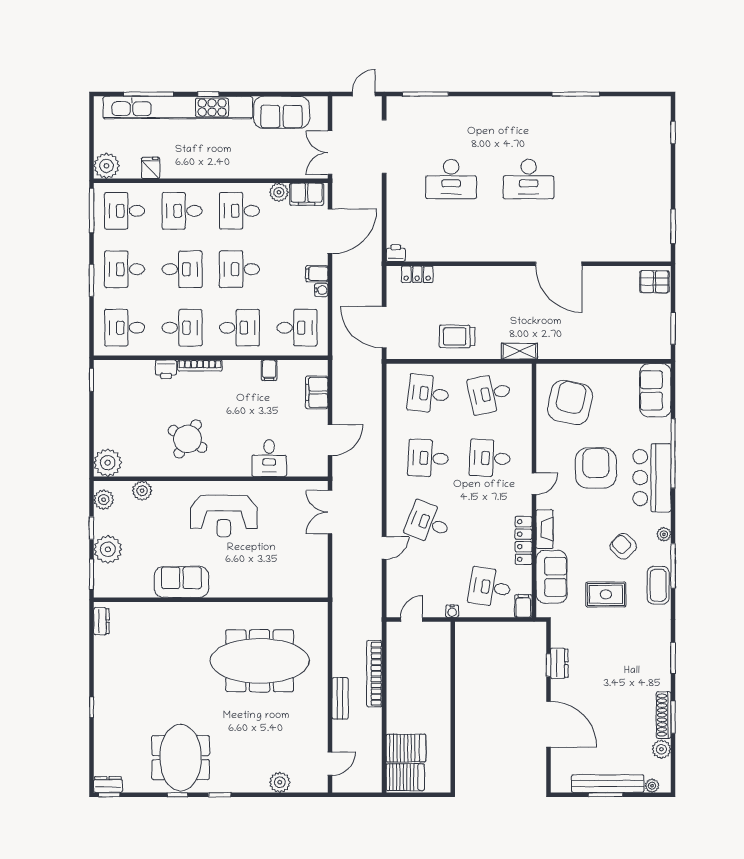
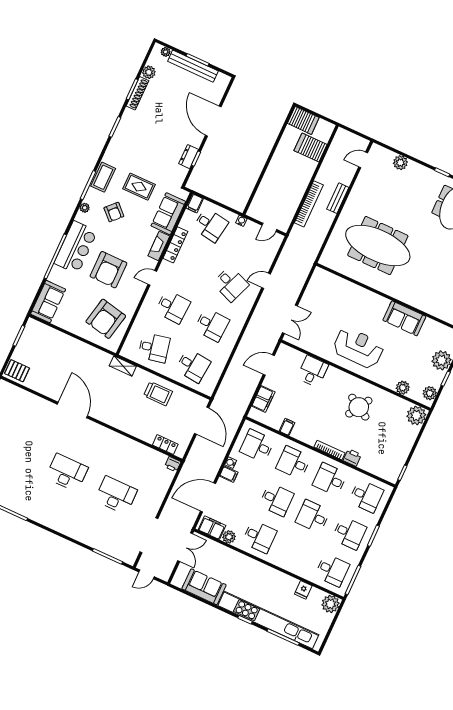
desk: (182, 211) -> (296, 553), removed
server rack: (405, 777) -> (303, 120), moved, turned 180

